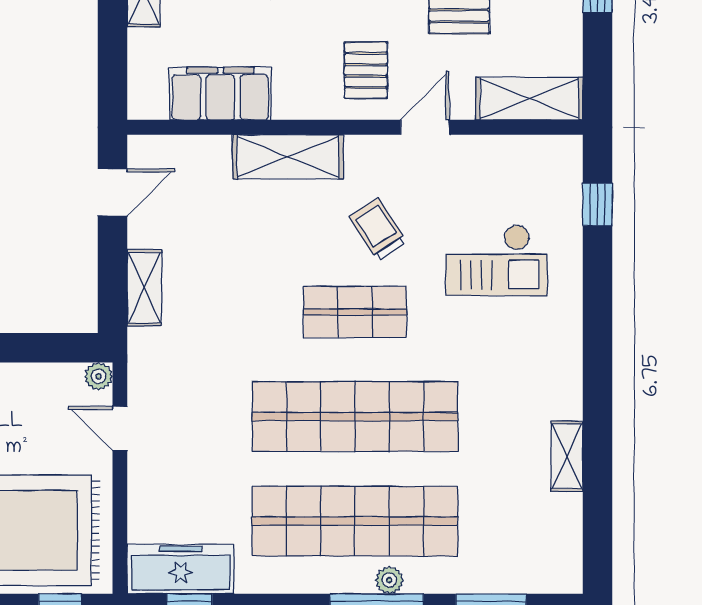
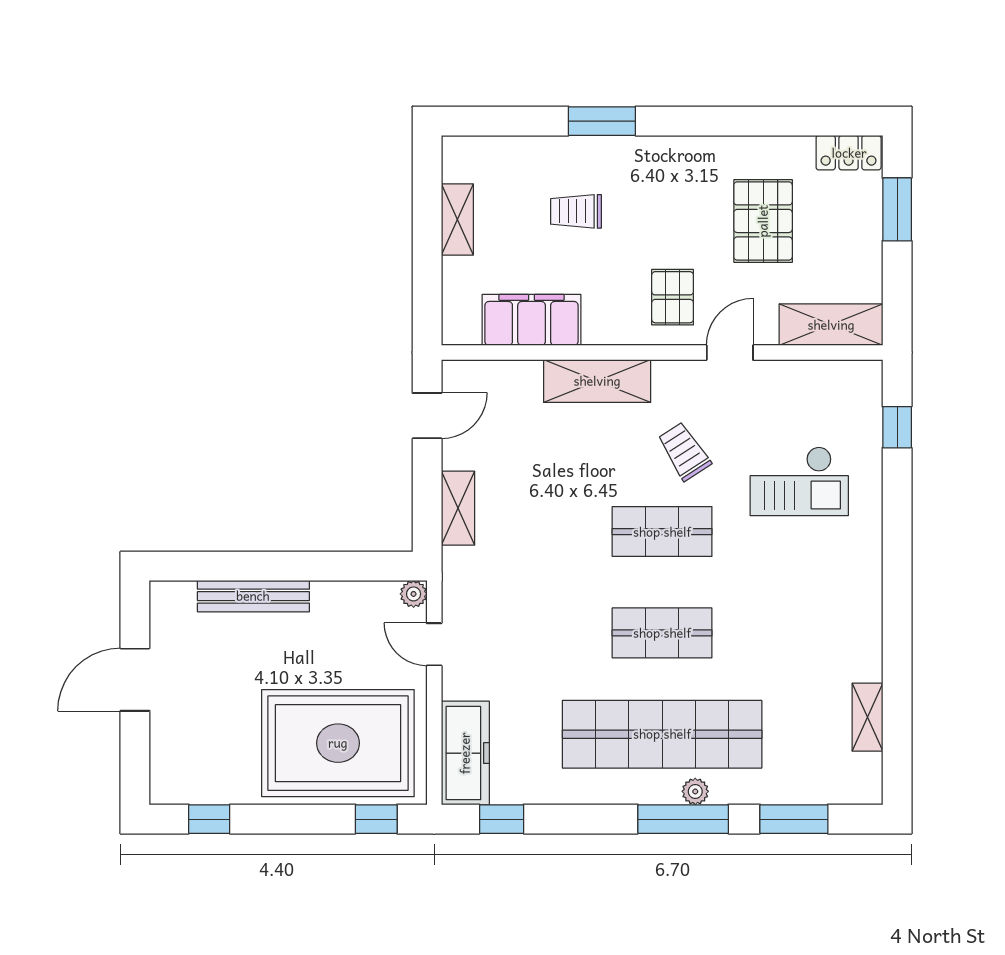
shop shelf: (355, 417) -> (662, 633), width x0.50, depth x0.74
shelving: (567, 456) -> (868, 717), moved
freezer: (181, 569) -> (465, 753), moved, turned 90

